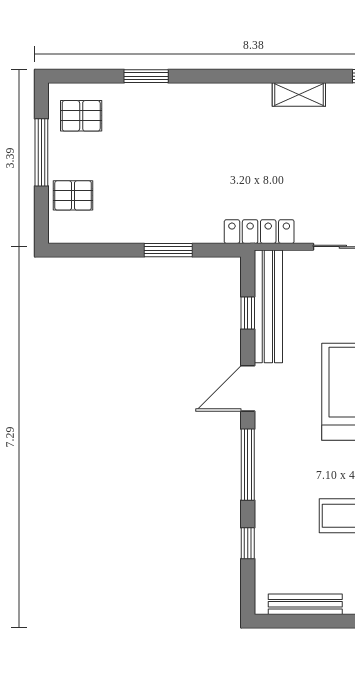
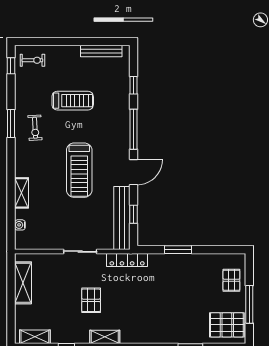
pallet: (81, 116) -> (227, 325), width x1.50, depth x1.42
pallet: (323, 160) -> (91, 300), added
pallet: (73, 195) -> (231, 280), turned 90

